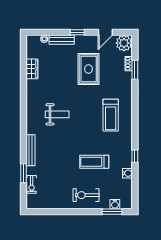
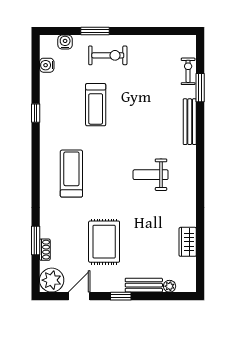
treadmill: (94, 162) -> (96, 105), turned 90
water cooler: (127, 173) -> (47, 65), moved
window: (112, 212) -> (95, 31), moved

